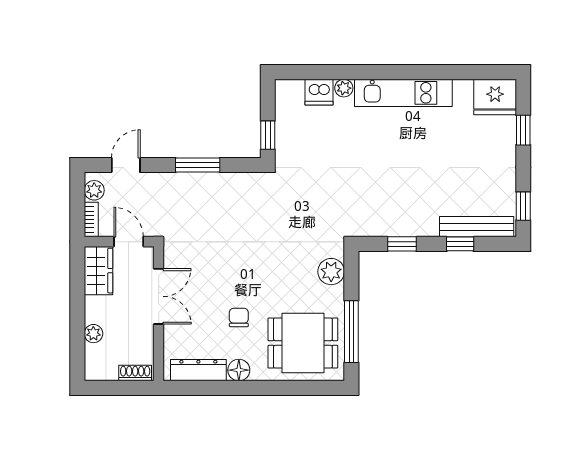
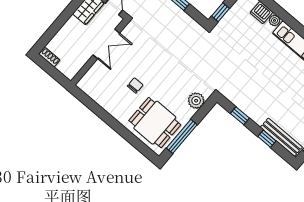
plant: (93, 334) -> (61, 35), removed
dresser: (198, 370) -> (96, 94), removed
floor lamp: (239, 370) -> (114, 110), removed
shoe rack: (135, 373) -> (49, 57), moved

